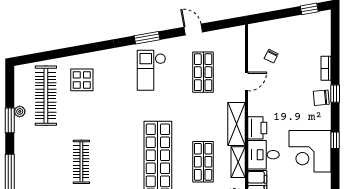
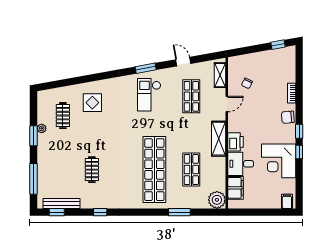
window: (335, 94) -> (299, 131), moved
clothes rail: (46, 96) -> (63, 116), width x0.54, depth x0.76
clothes rail: (81, 162) -> (92, 170), width x0.73
shelving: (238, 162) -> (220, 75), moved

